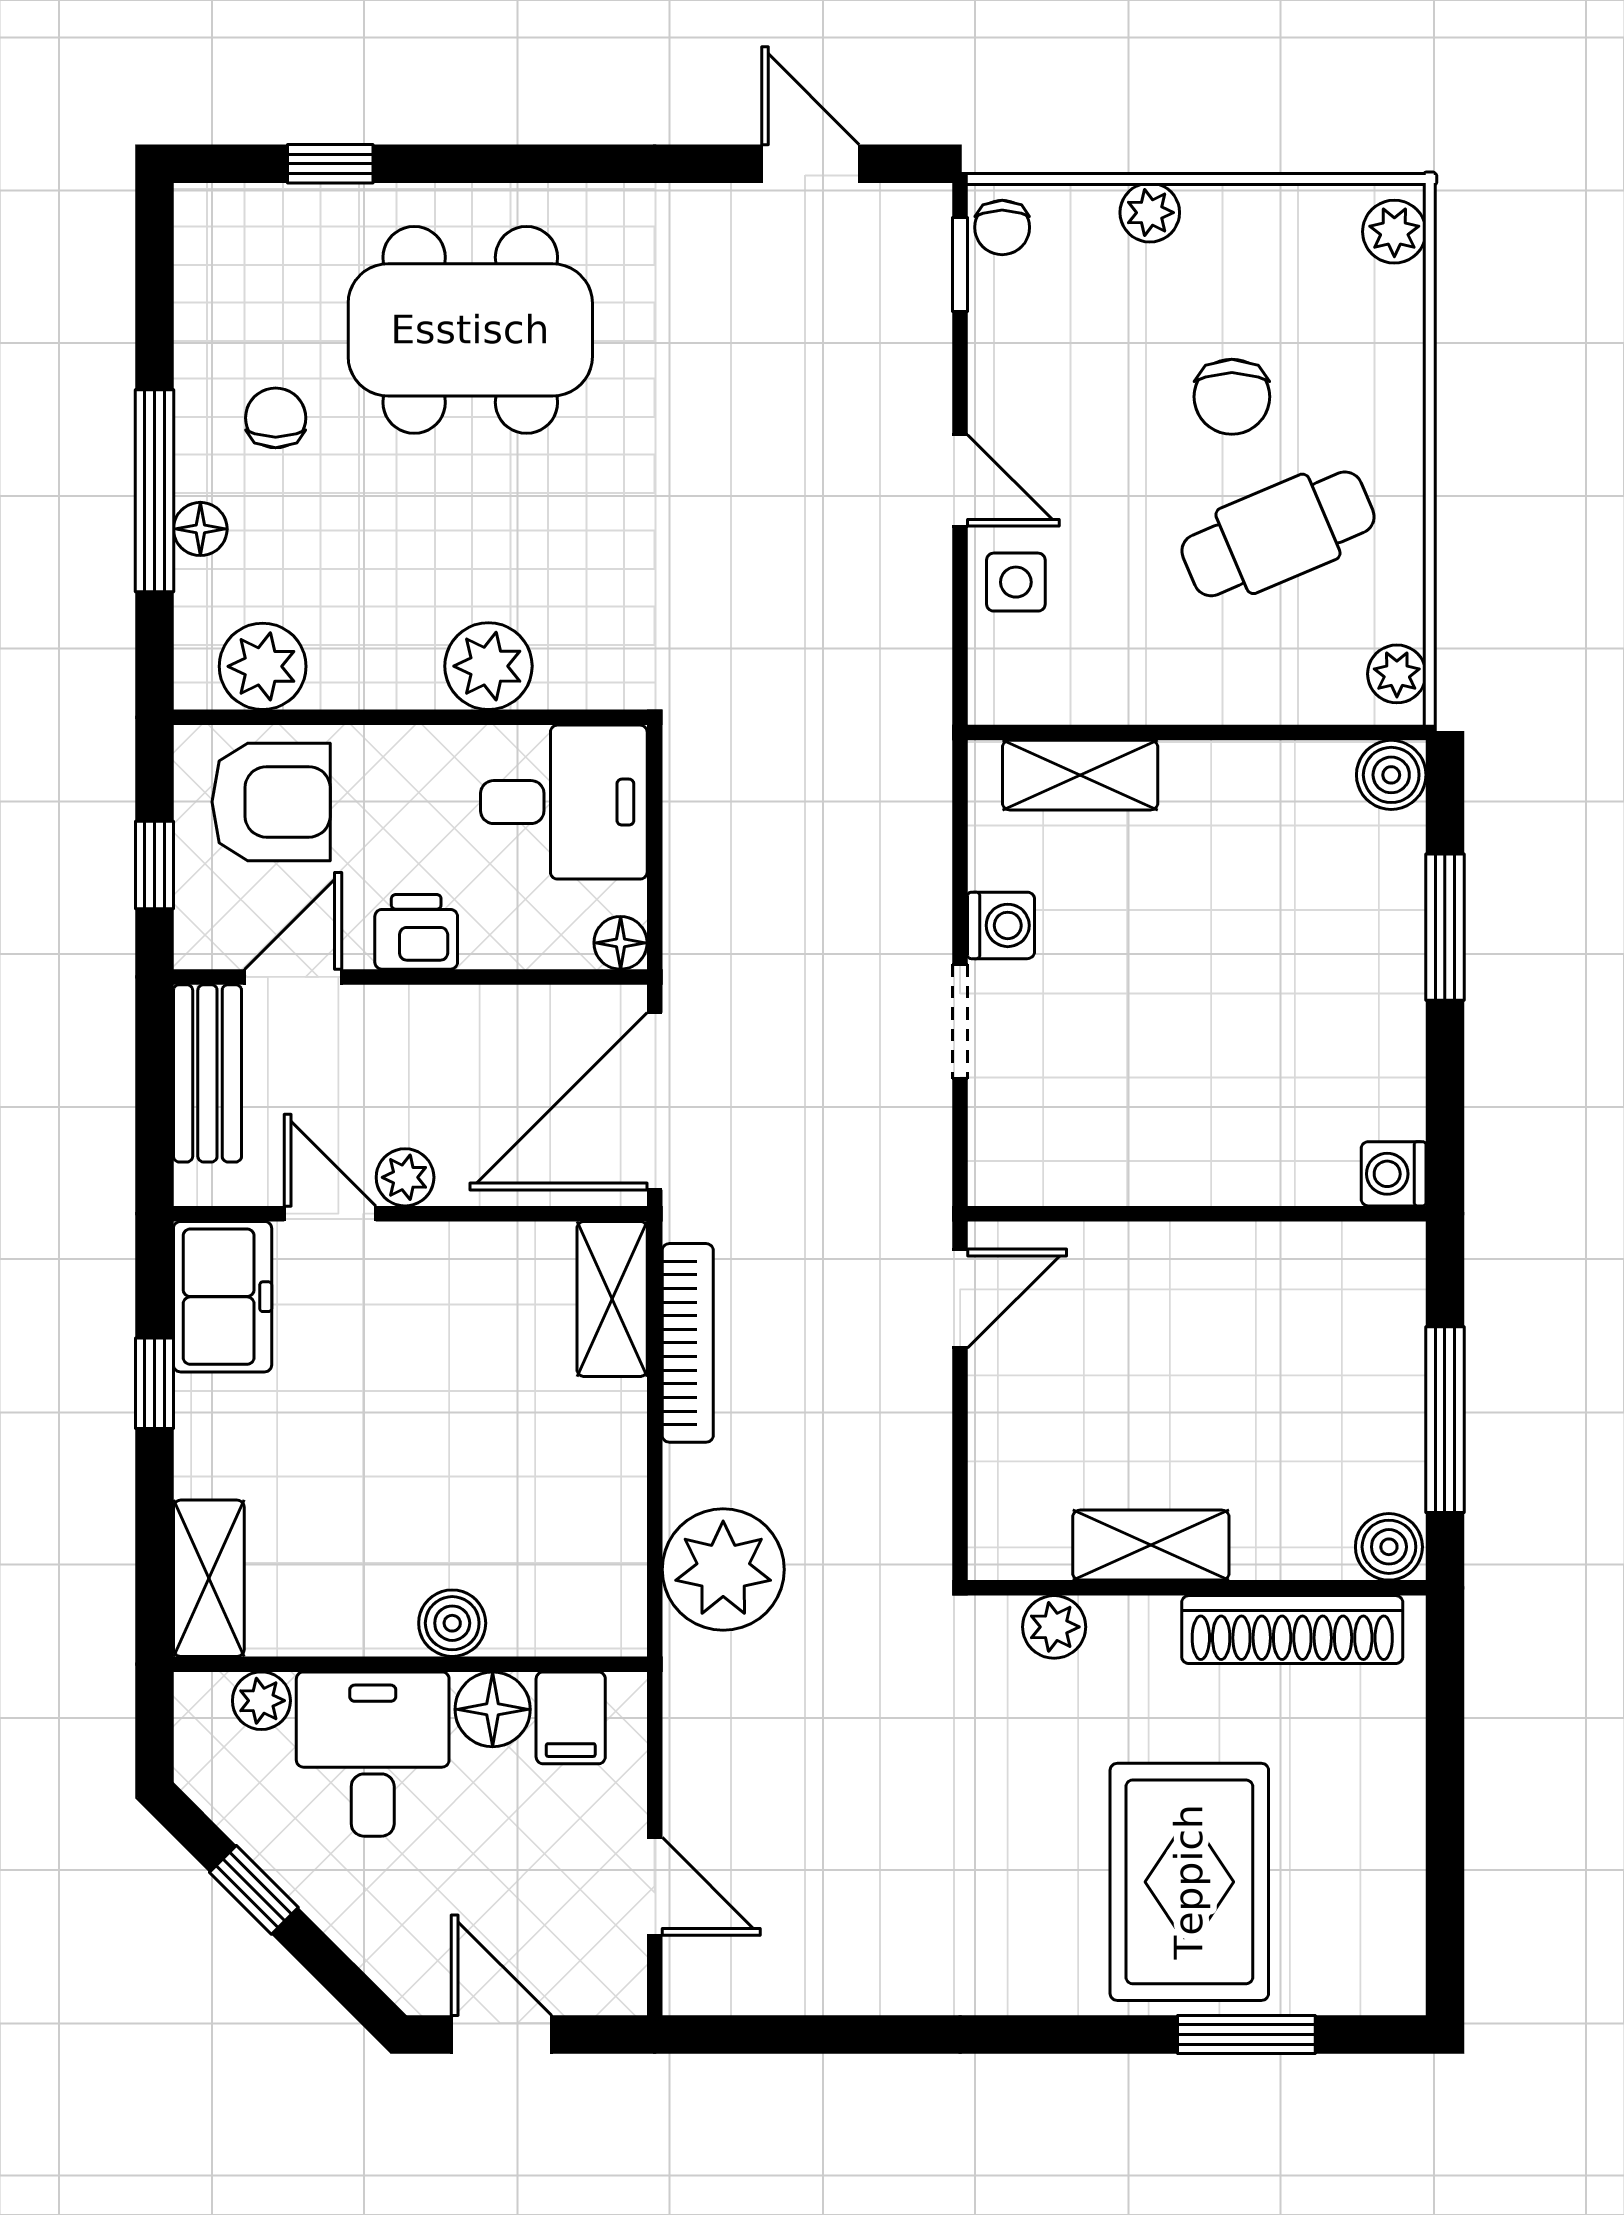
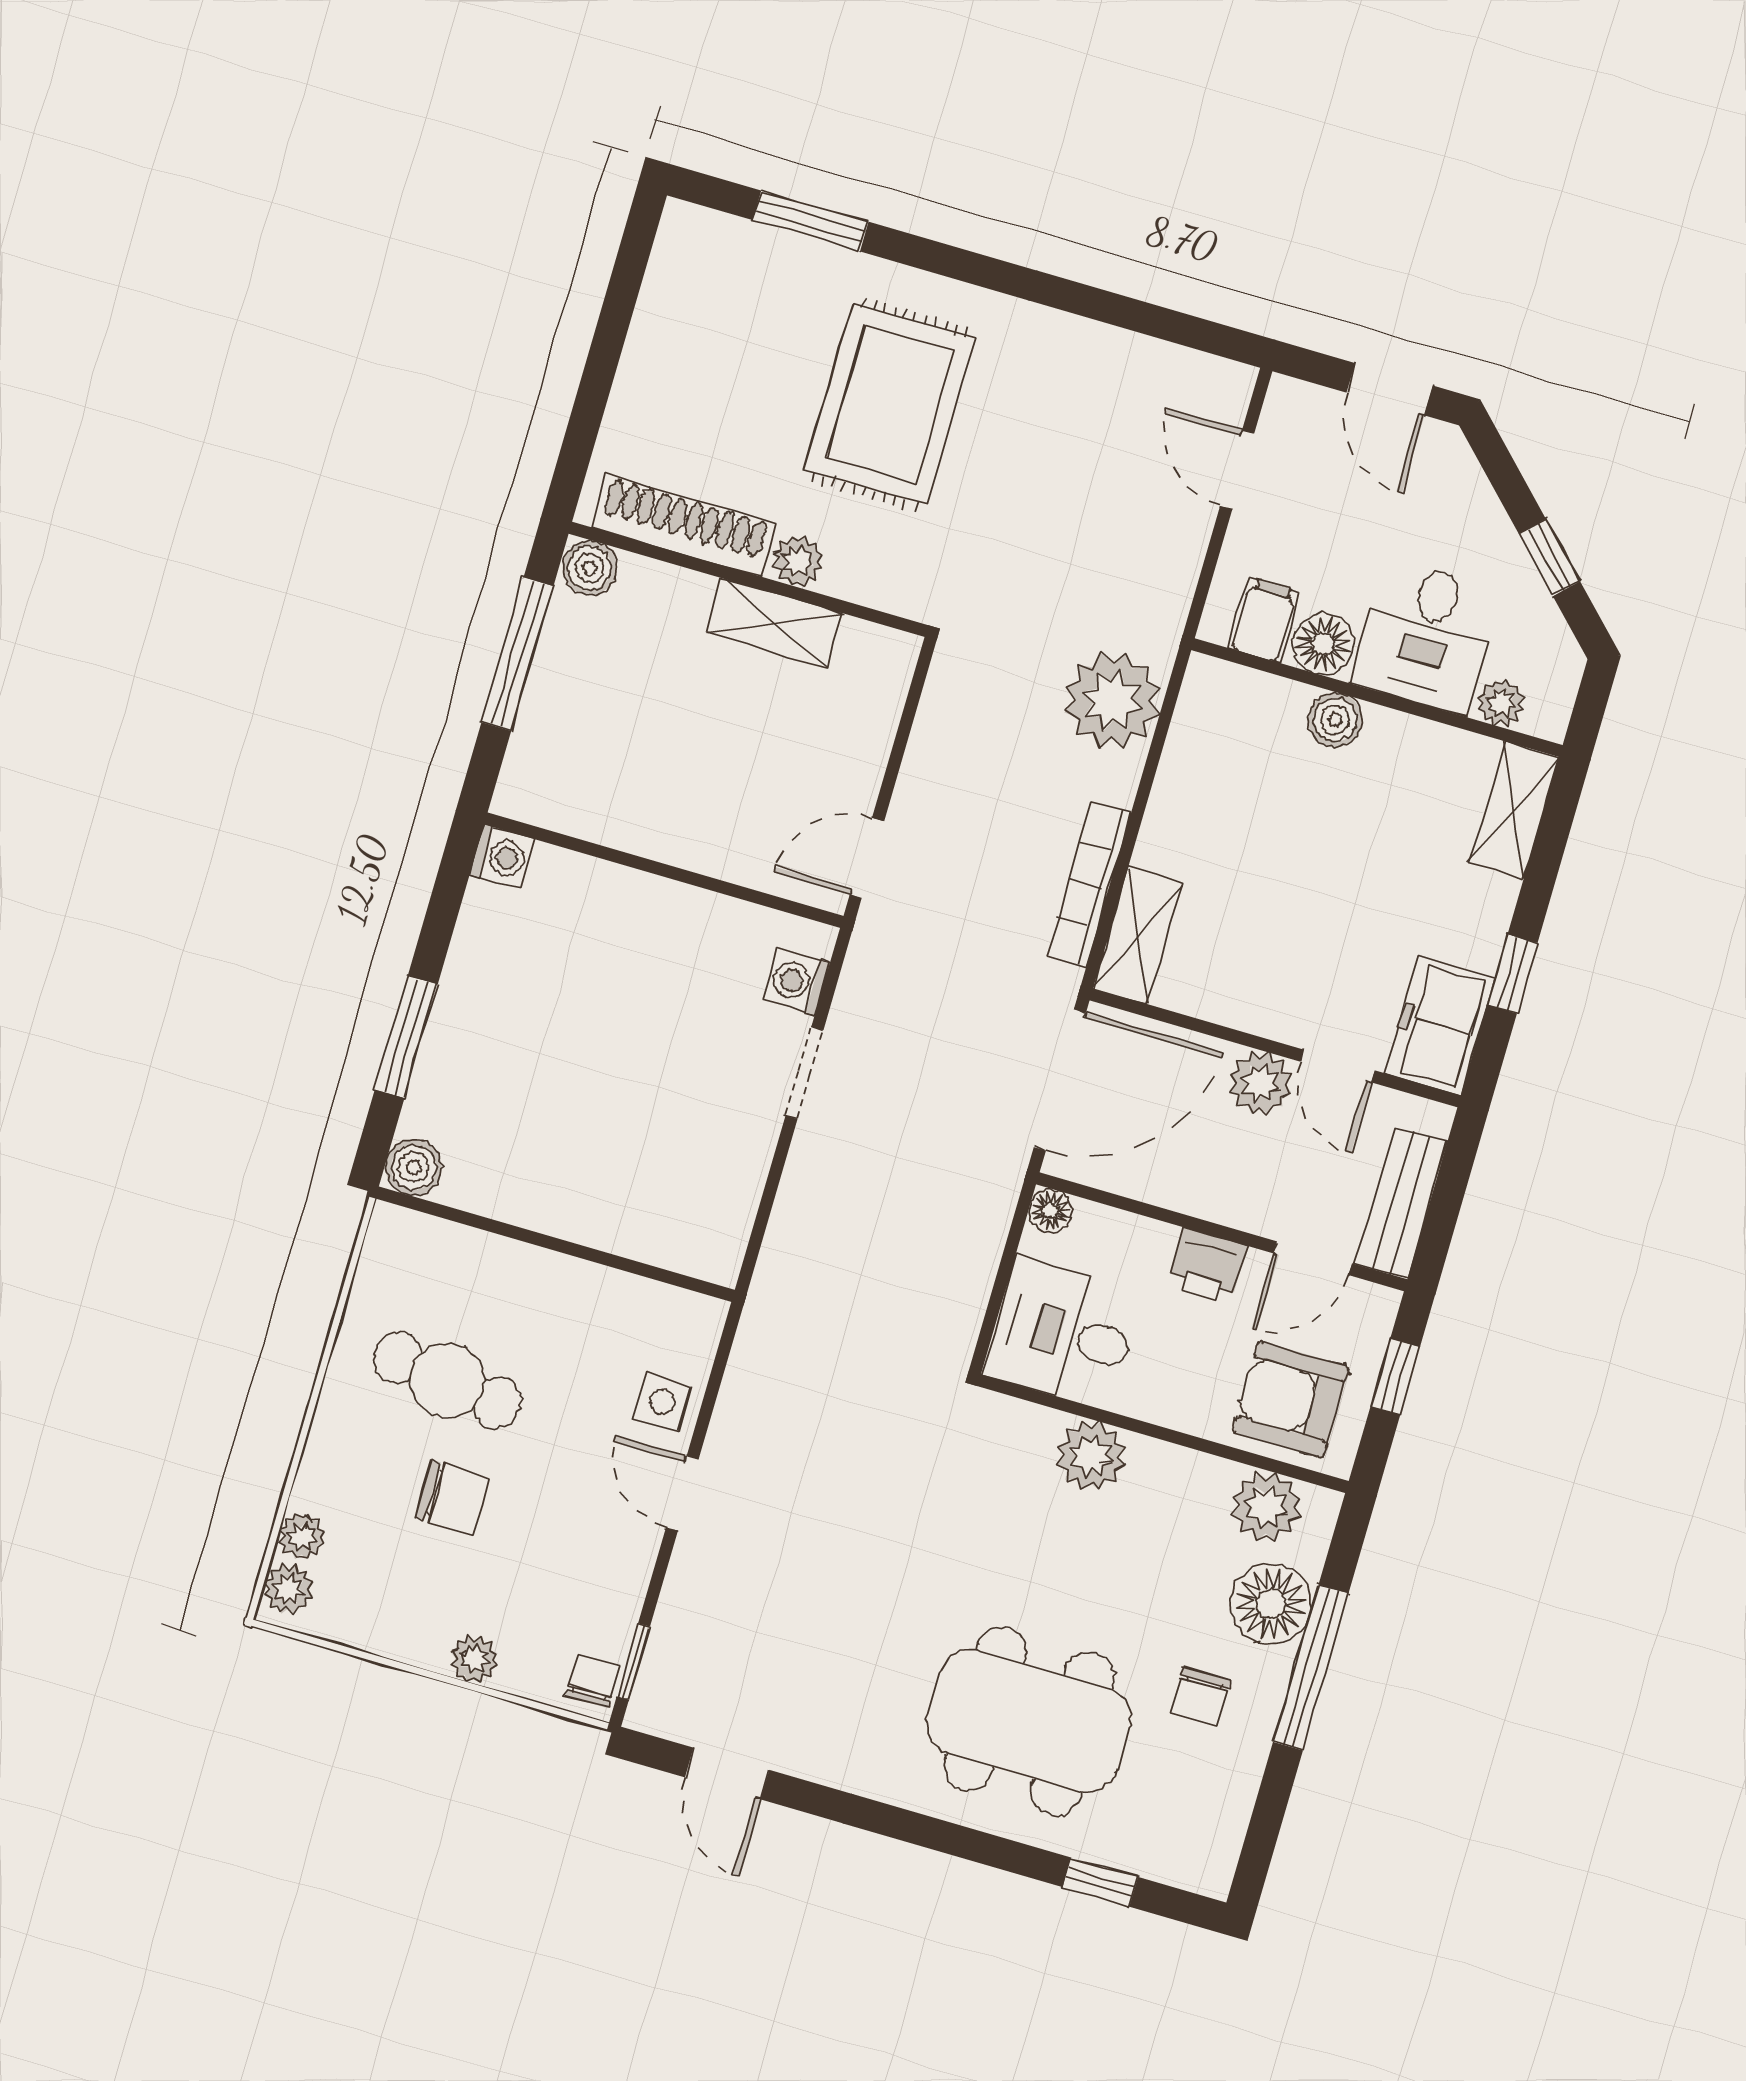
chair: (1232, 397) -> (452, 1497), turned 90
floor lamp: (200, 529) -> (1271, 1604), width x1.89, depth x1.89
cafe table: (1278, 534) -> (447, 1380), turned 31
plant: (1397, 674) -> (302, 1536), moved
shelving: (1080, 775) -> (655, 1237), removed
washing machine: (1001, 925) -> (796, 982), moved
plant: (405, 1177) -> (1260, 1083), width x1.38, depth x1.38
plant: (1054, 1627) -> (798, 561), moved
rug: (1189, 1882) -> (890, 404), moved

